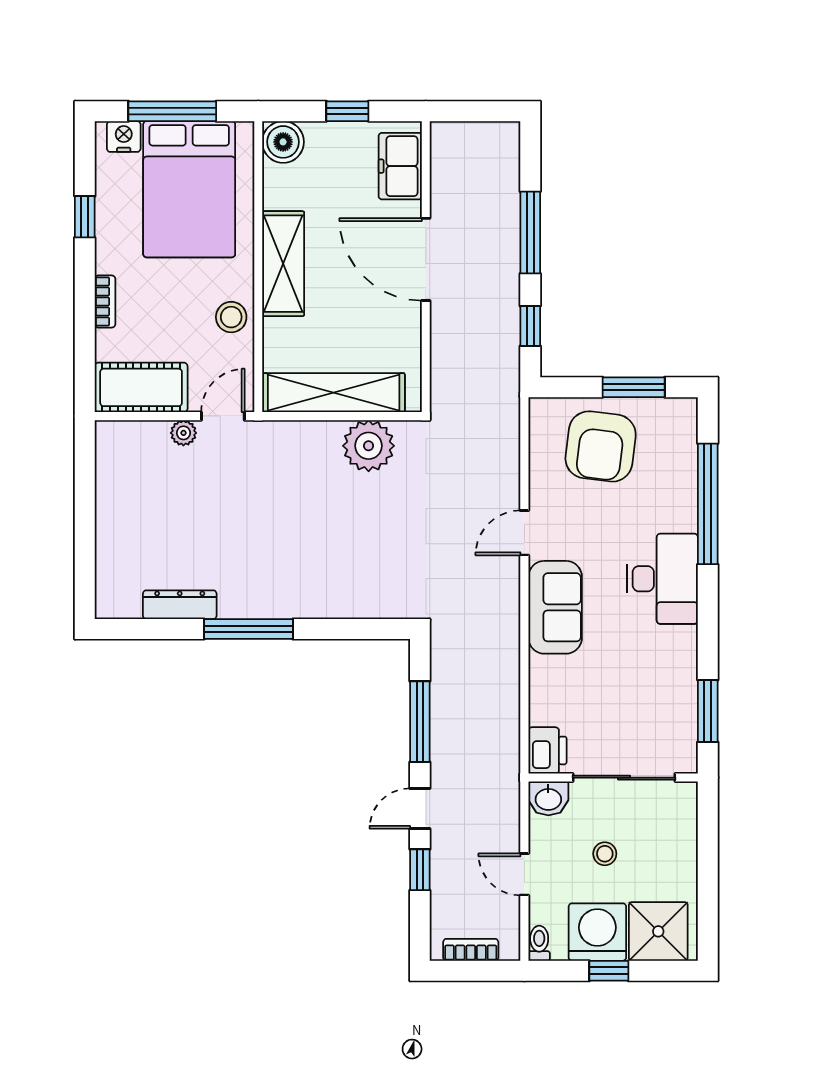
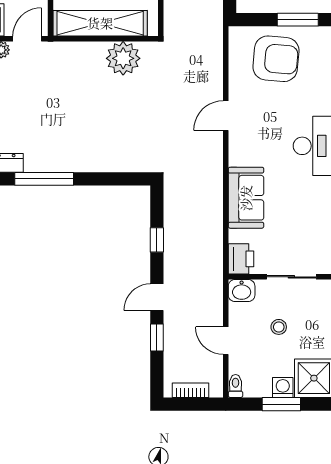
armchair: (601, 446) -> (276, 59), turned -92
sofa: (555, 607) -> (246, 198), moved
window: (420, 722) -> (157, 240), width x0.46
sliding door: (624, 778) -> (291, 277), width x0.73
washing machine: (597, 932) -> (283, 387), width x0.53, depth x0.53
window: (609, 971) -> (281, 404), width x1.50

